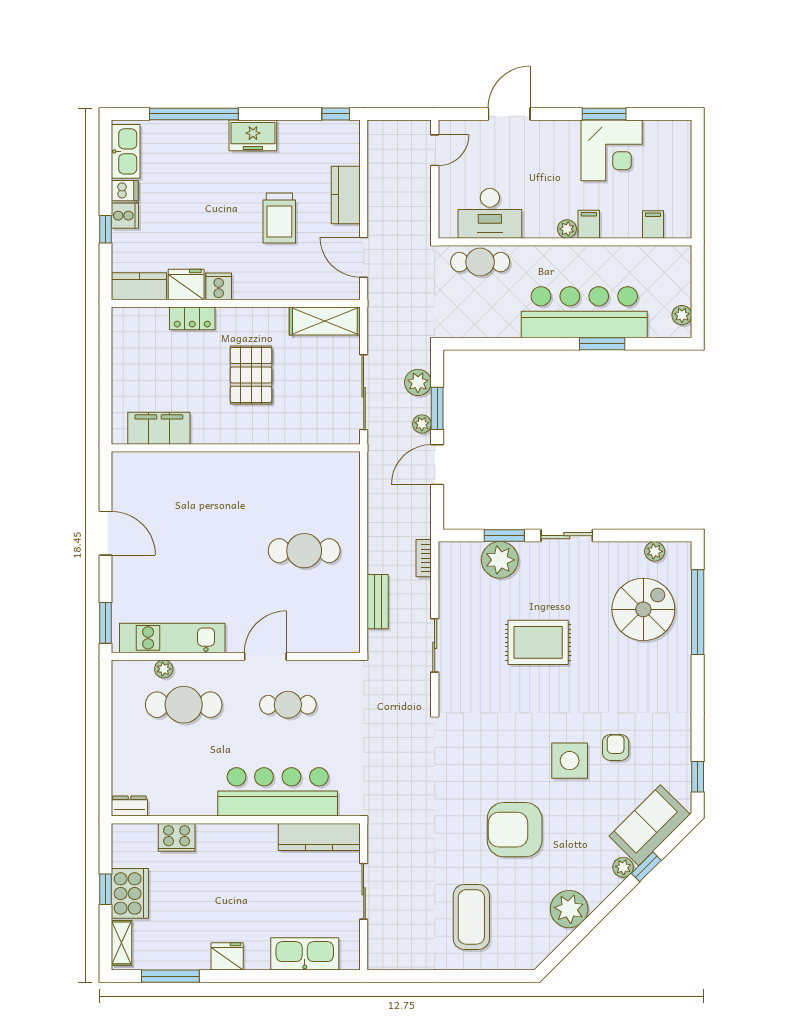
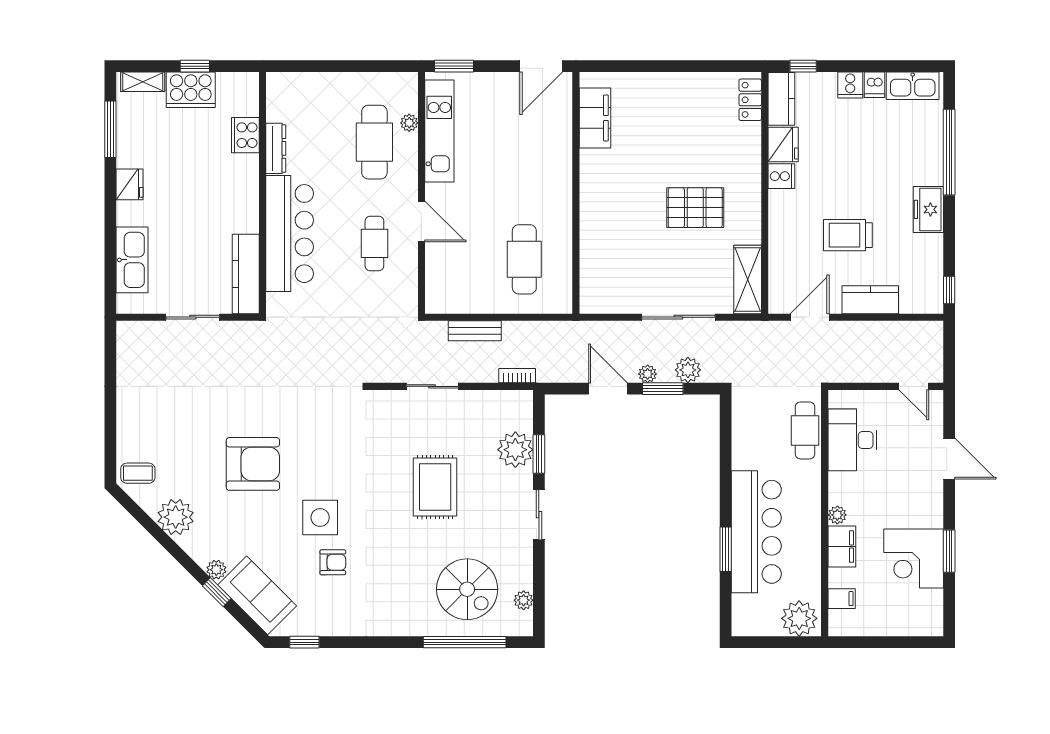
filing cabinet: (589, 224) -> (842, 547), width x2.00
window: (106, 229) -> (803, 66), moved
plant: (682, 315) -> (799, 618), moved, width x1.87, depth x1.87
locker: (192, 318) -> (750, 100), moved
filing cabinet: (159, 428) -> (595, 118), moved
wall: (236, 448) -> (576, 193), moved
dresser: (129, 806) -> (276, 148), moved, width x1.44
armchair: (515, 830) -> (253, 464), turned 90
coffee table: (471, 917) -> (138, 473), moved, width x0.54, depth x0.58

